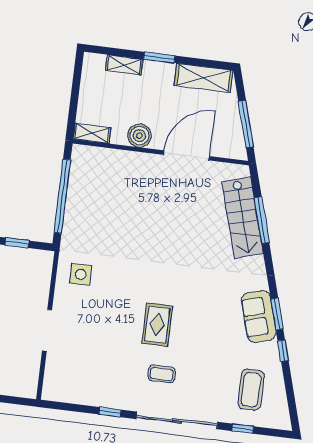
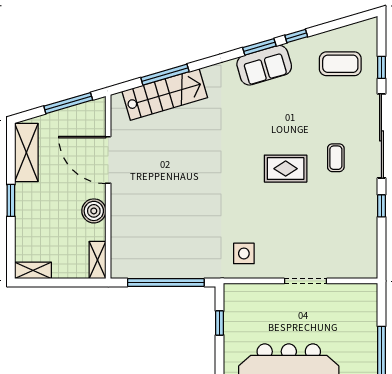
shelving: (124, 65) -> (33, 270), moved, turned 90

